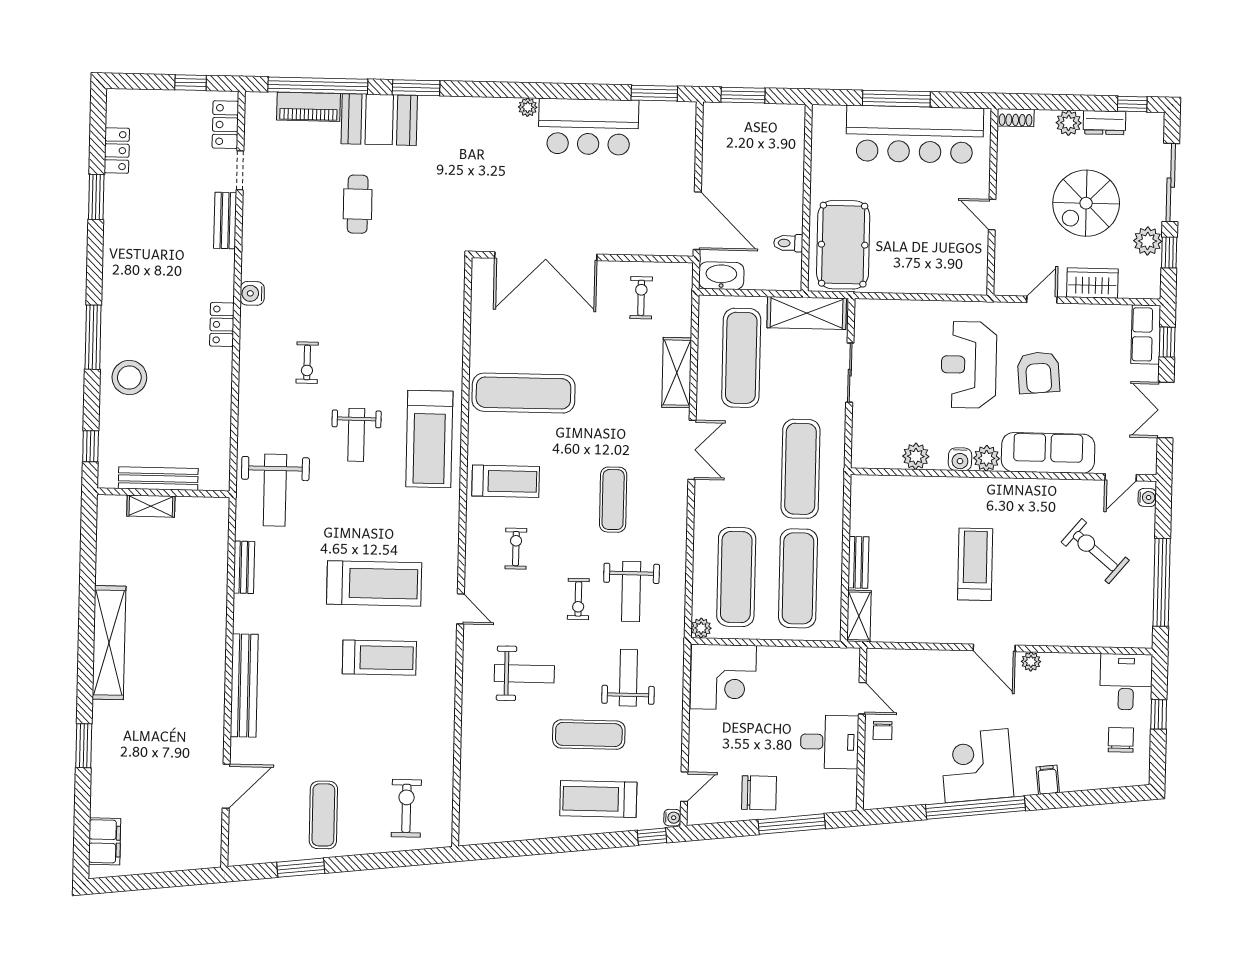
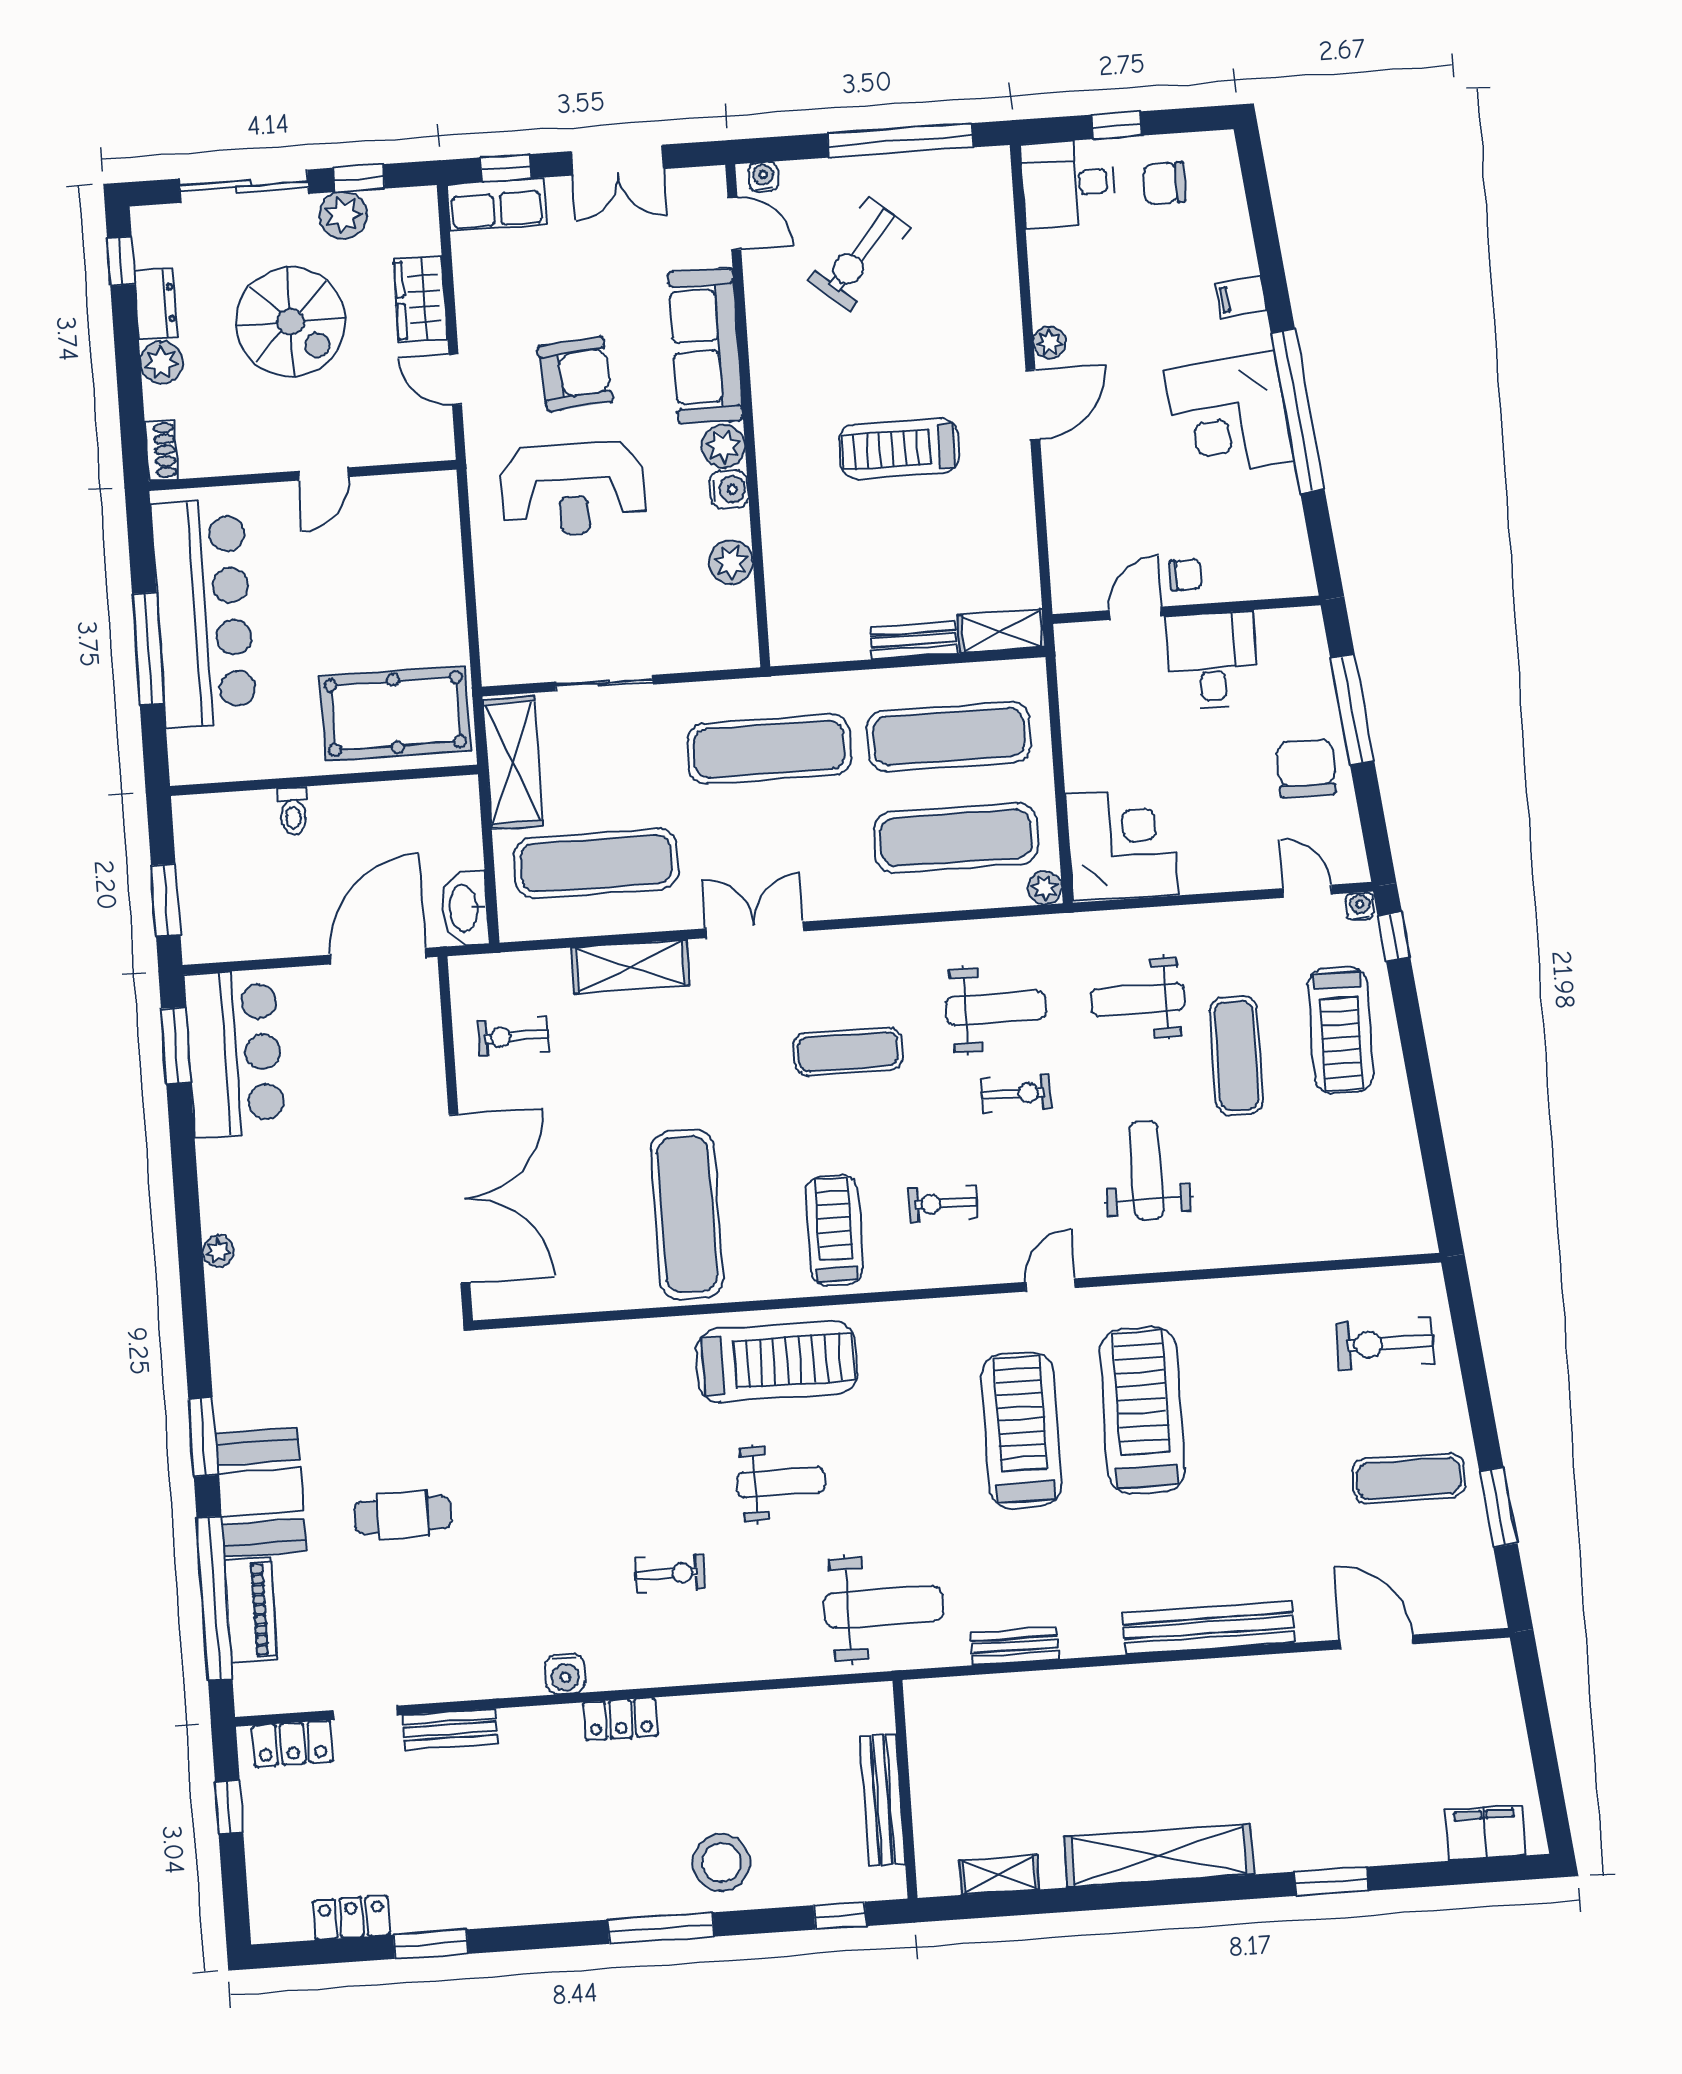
bar counter: (588, 127) -> (234, 1054), moved
toilet: (788, 243) -> (293, 811), moved
shelving: (151, 506) -> (999, 1875), moved, turned 90
treadmill: (379, 658) -> (1142, 1410), width x1.37, depth x1.38

